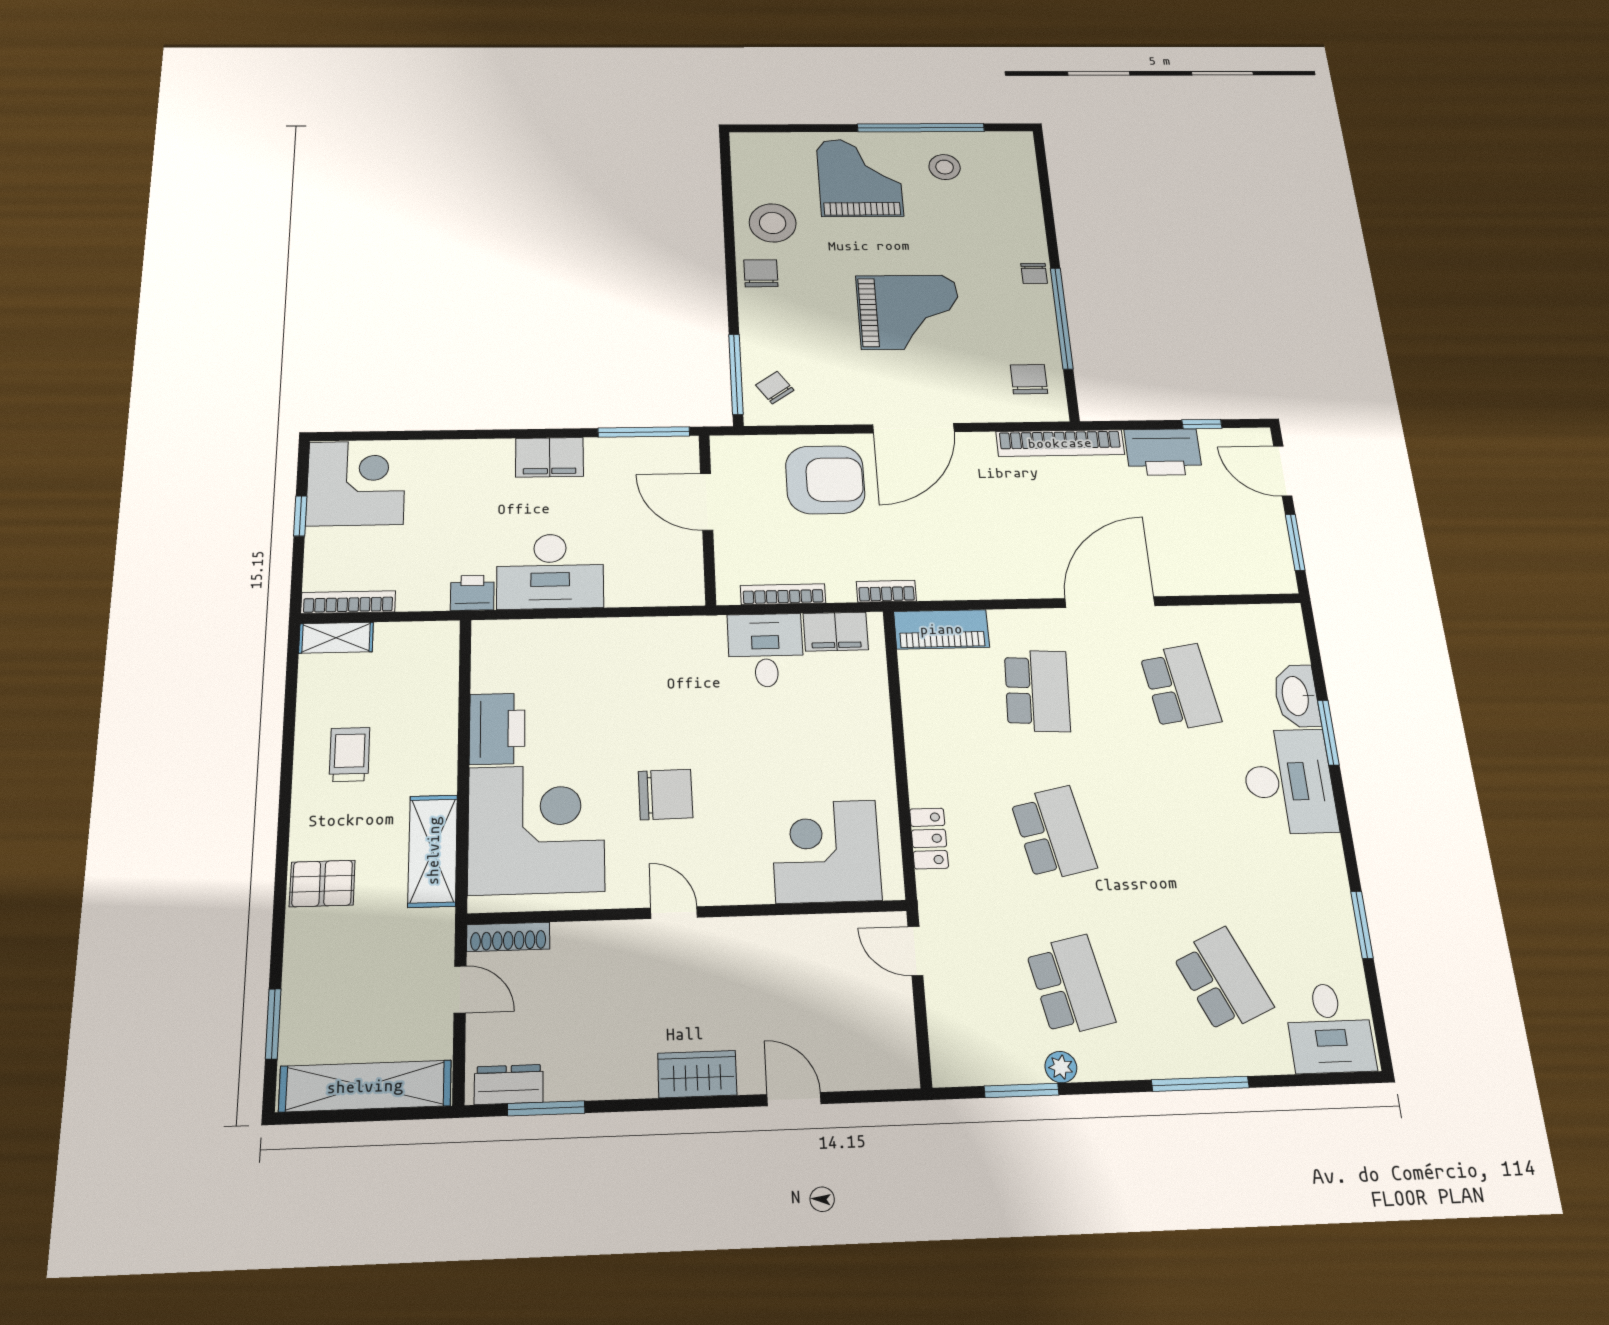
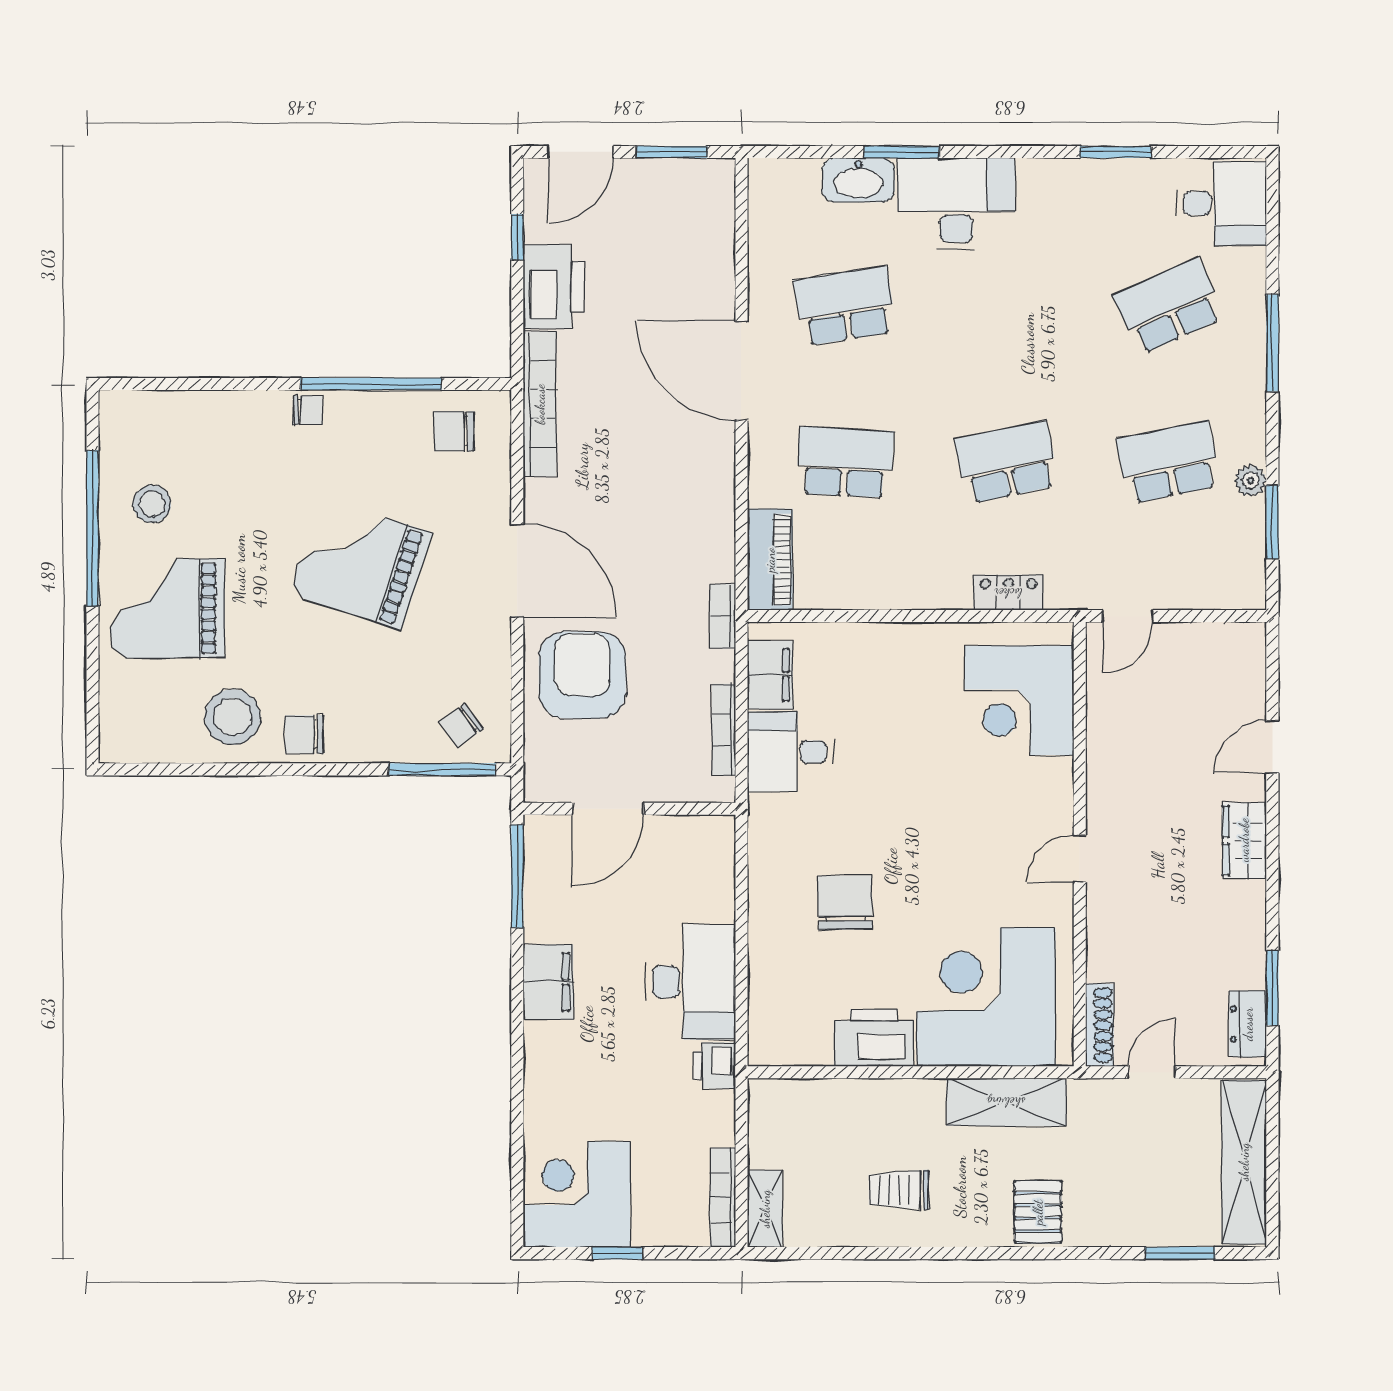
grand piano: (909, 312) -> (360, 564), turned -72
chair: (666, 794) -> (845, 903), moved

